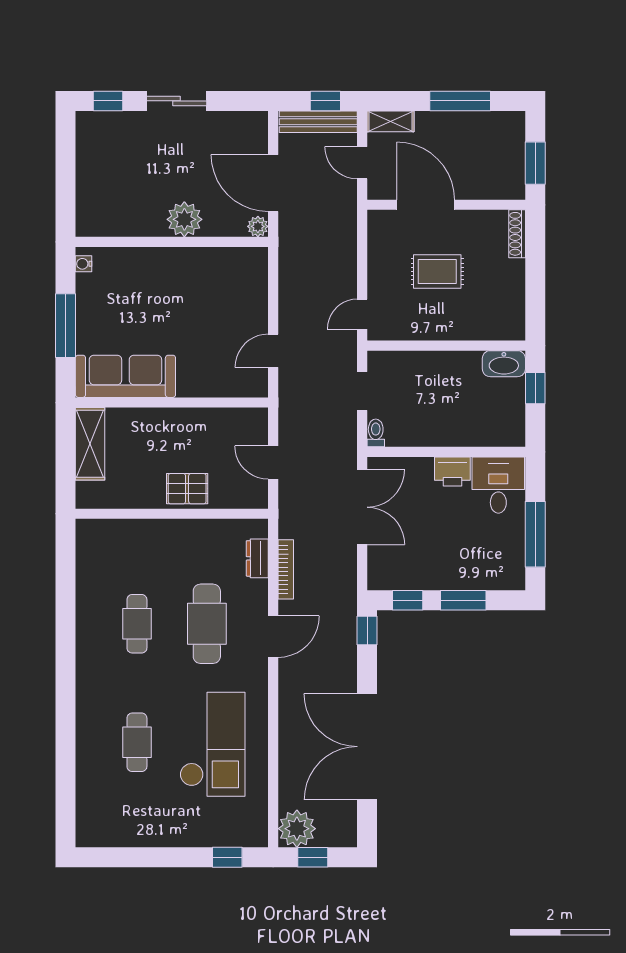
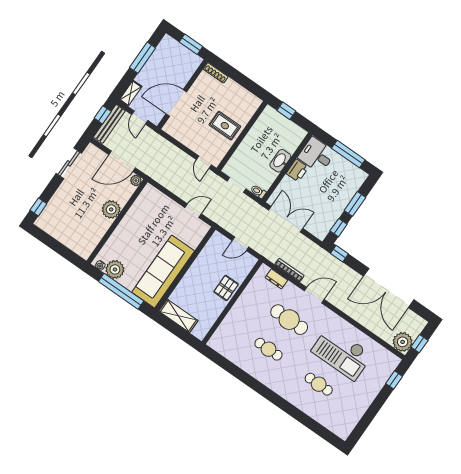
sliding door: (177, 101) -> (69, 163), moved
door: (362, 163) -> (140, 117), hinge flipped
rug: (437, 272) -> (225, 126), moved, turned 90
plant: (93, 292) -> (115, 269), added
window: (66, 326) -> (121, 291), width x1.46
door: (273, 351) -> (193, 211), swing flipped
washbasin: (504, 364) -> (280, 161), moved, turned 180
sofa: (125, 376) -> (163, 272), width x1.36, depth x1.27
door: (273, 637) -> (314, 295), hinge flipped
checkout: (212, 744) -> (342, 353), turned 180

